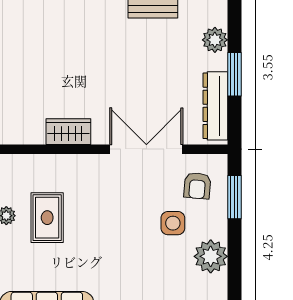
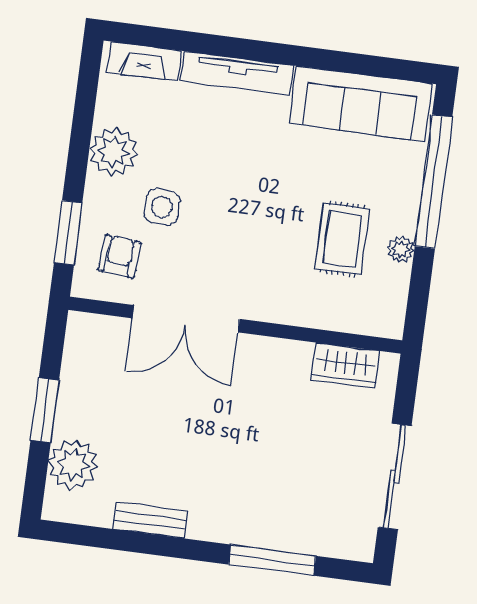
plant: (215, 40) -> (73, 464), width x1.36, depth x1.36
dresser: (215, 106) -> (78, 368), removed
wardrobe: (68, 132) -> (345, 365), moved

